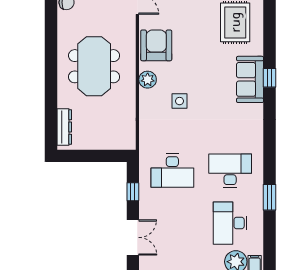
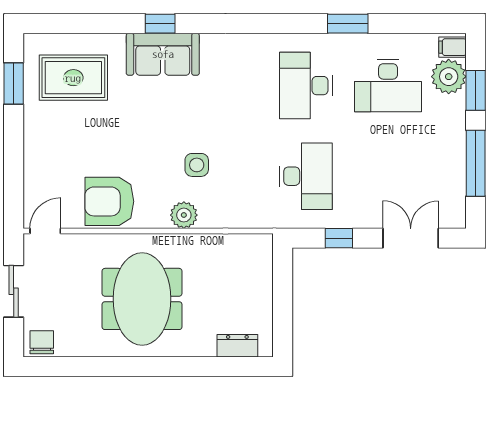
meeting table: (94, 66) -> (142, 299), turned 90
plant: (148, 80) -> (184, 215), moved
dresser: (64, 127) -> (237, 346), width x0.70

